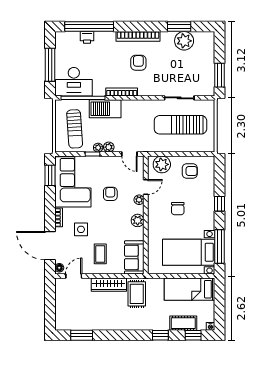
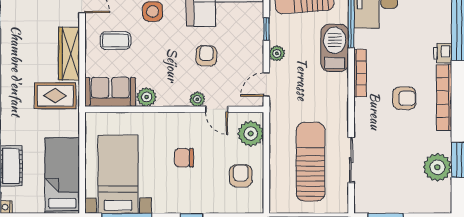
printer: (87, 37) -> (443, 53), moved
plant: (98, 148) -> (276, 37), removed
armchair: (190, 171) -> (241, 176), turned 180
armchair: (110, 194) -> (206, 56), turned -87
plant: (138, 220) -> (147, 97), moved

